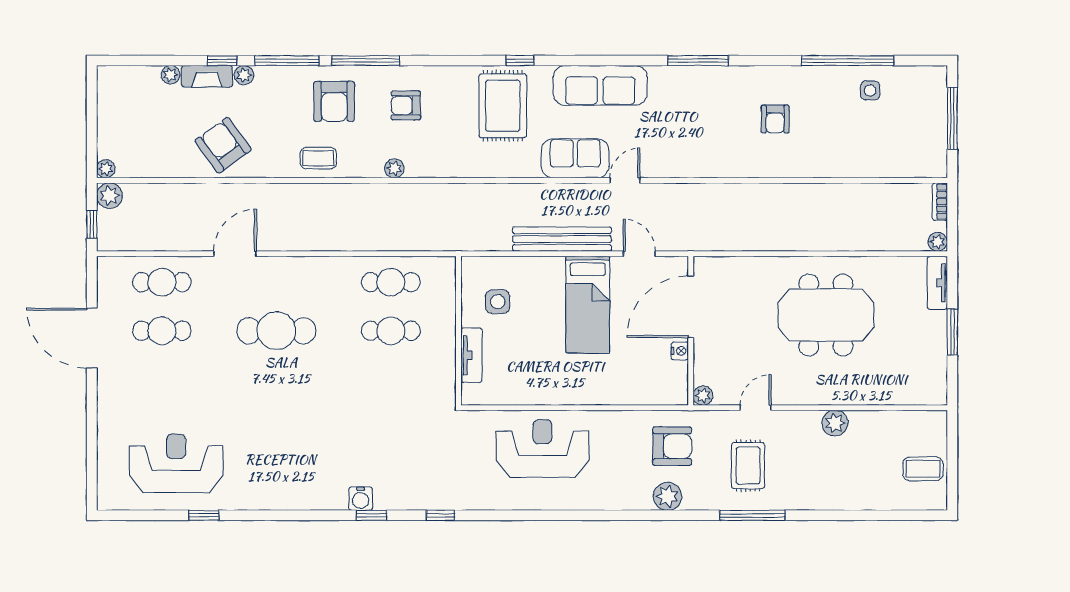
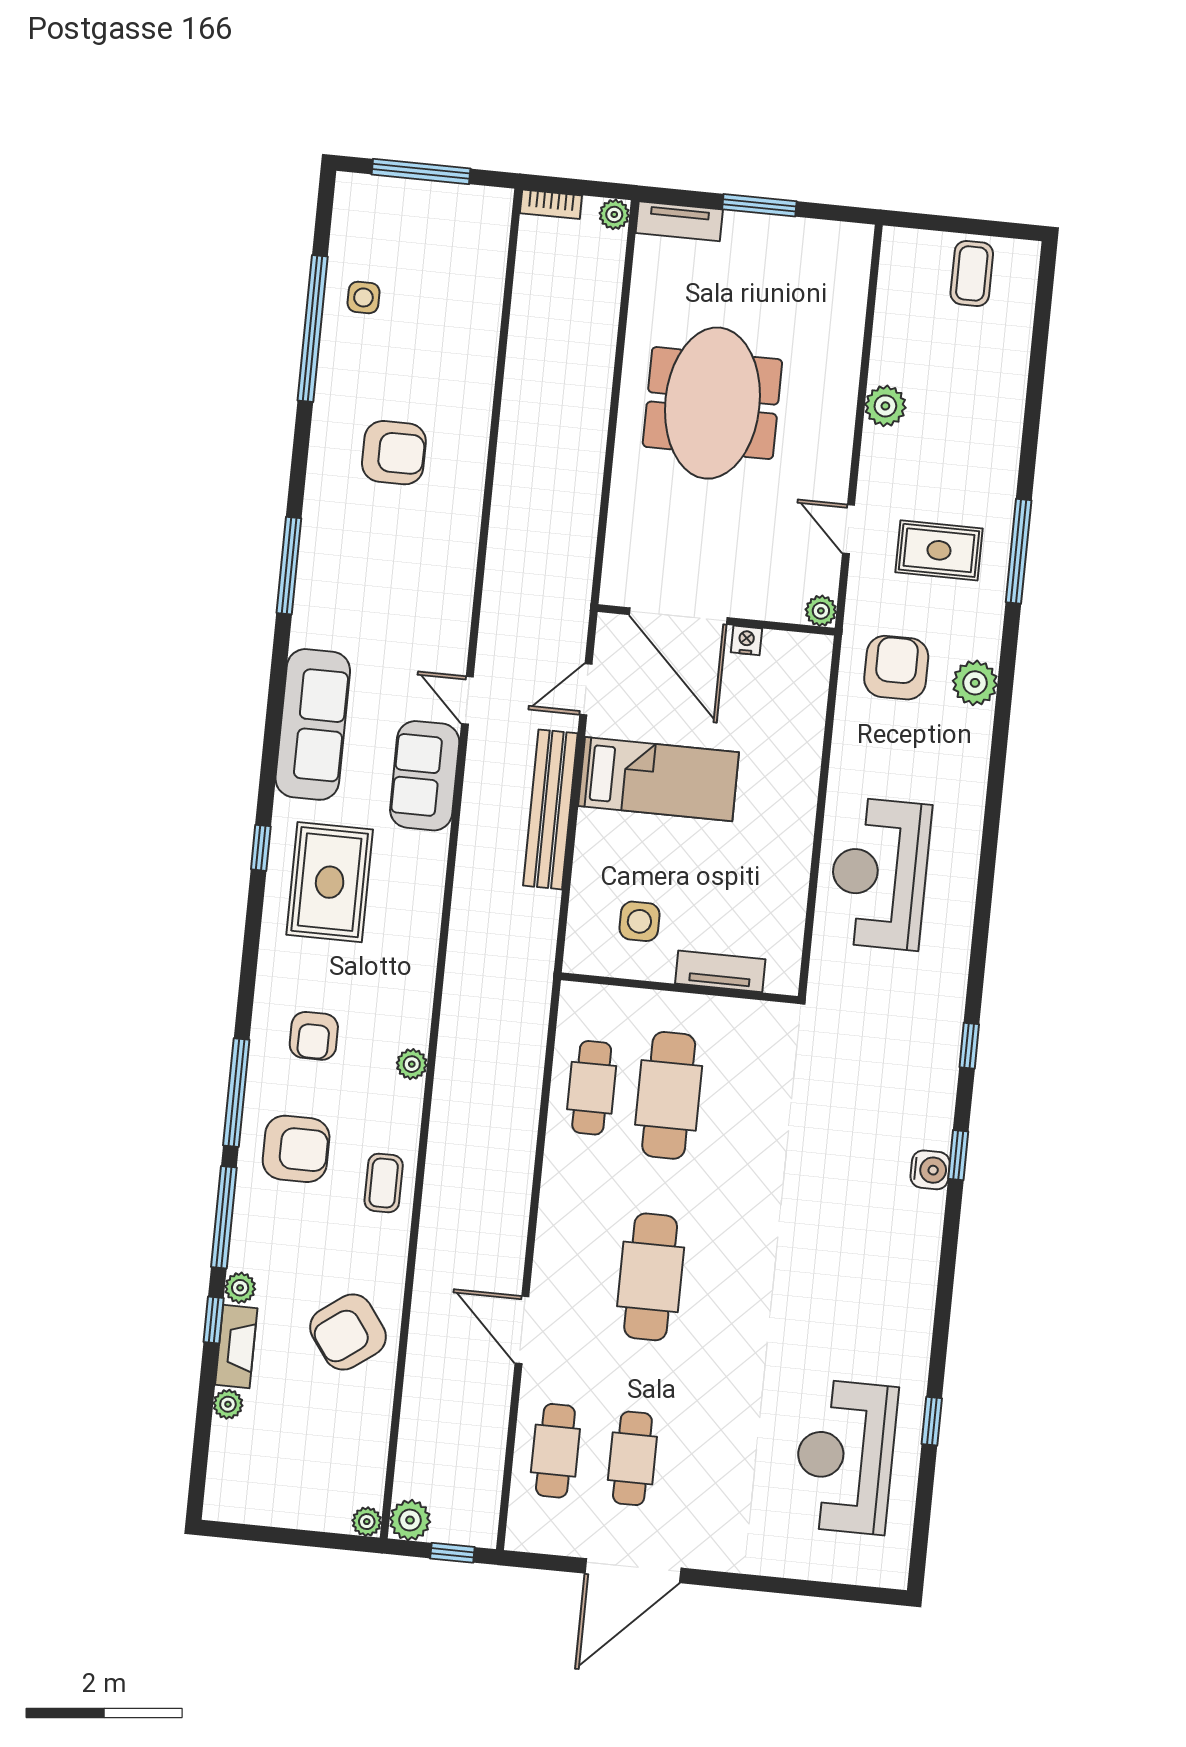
rug: (503, 106) -> (330, 882), turned 90
armchair: (775, 119) -> (394, 453), width x1.38, depth x1.38
cafe table: (391, 331) -> (669, 1095), width x1.37, depth x1.35

